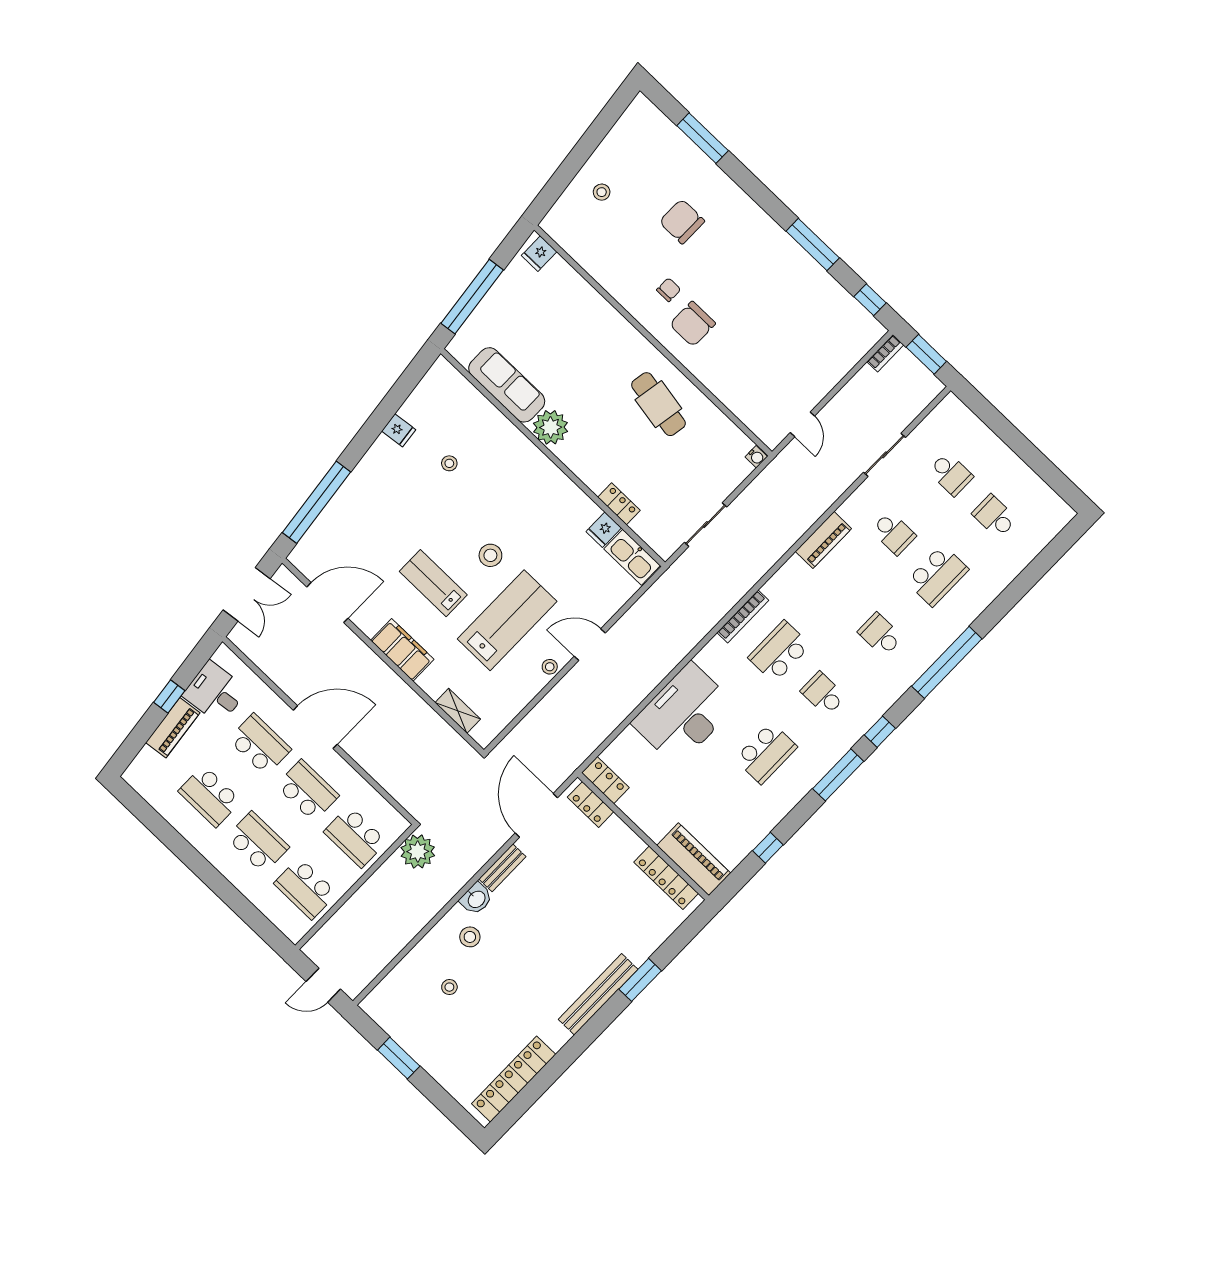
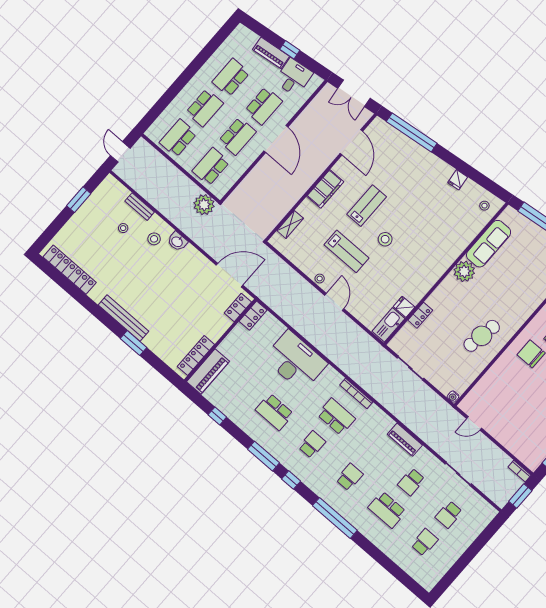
stool: (449, 463) -> (484, 206), moved
lab bench: (507, 620) -> (346, 251), width x0.73, depth x0.72
bench: (502, 868) -> (140, 207), moved

